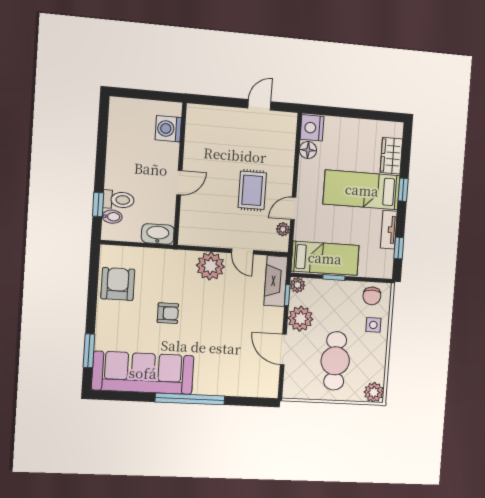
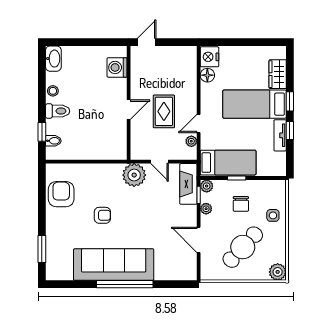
door: (259, 105) -> (147, 42), moved
washing machine: (168, 129) -> (117, 67), moved
stool: (115, 154) -> (53, 91), added
wall: (180, 174) -> (129, 103), moved
door: (179, 183) -> (129, 110), moved
toilet: (118, 200) -> (58, 111), moved
washbasin: (158, 234) -> (53, 59), moved, turned 90
window: (399, 248) -> (290, 131), moved
chair: (372, 296) -> (241, 204), moved
plant: (300, 319) -> (206, 209), width x0.53, depth x0.53
cafe table: (335, 361) -> (243, 247), turned 43
sofa: (143, 373) -> (114, 265), moved

